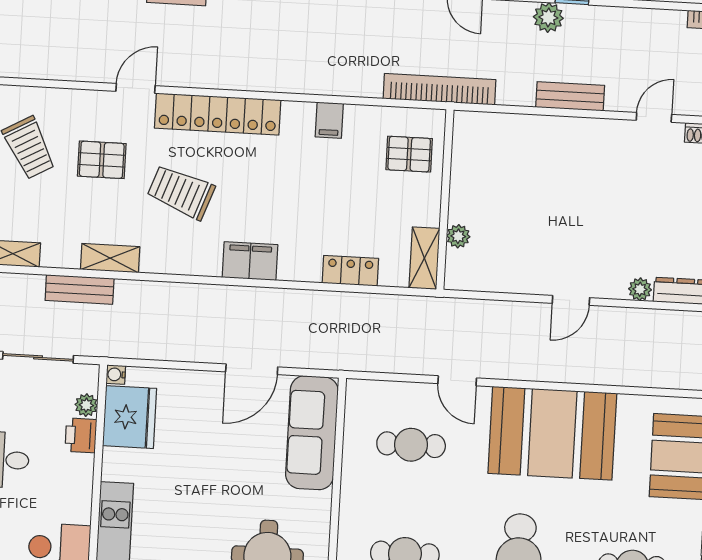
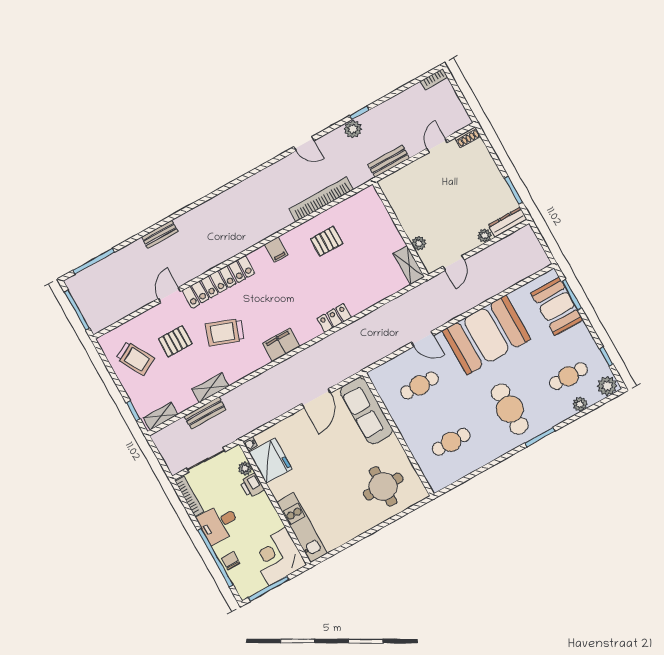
wall: (445, 200) -> (400, 229), moved
plant: (458, 236) -> (419, 243), moved
shelving: (424, 258) -> (409, 265), moved

